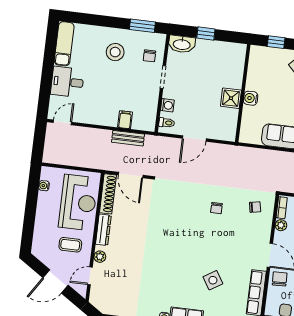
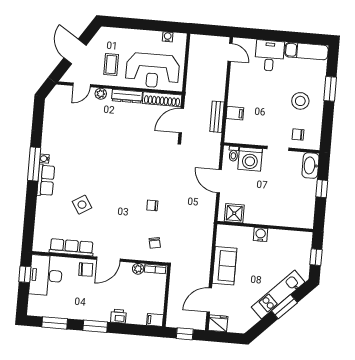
window: (142, 26) -> (330, 89), moved
shower: (231, 98) -> (234, 213), moved
washing machine: (167, 105) -> (250, 159), width x1.89, depth x1.89
door: (90, 276) -> (82, 85), swing flipped

